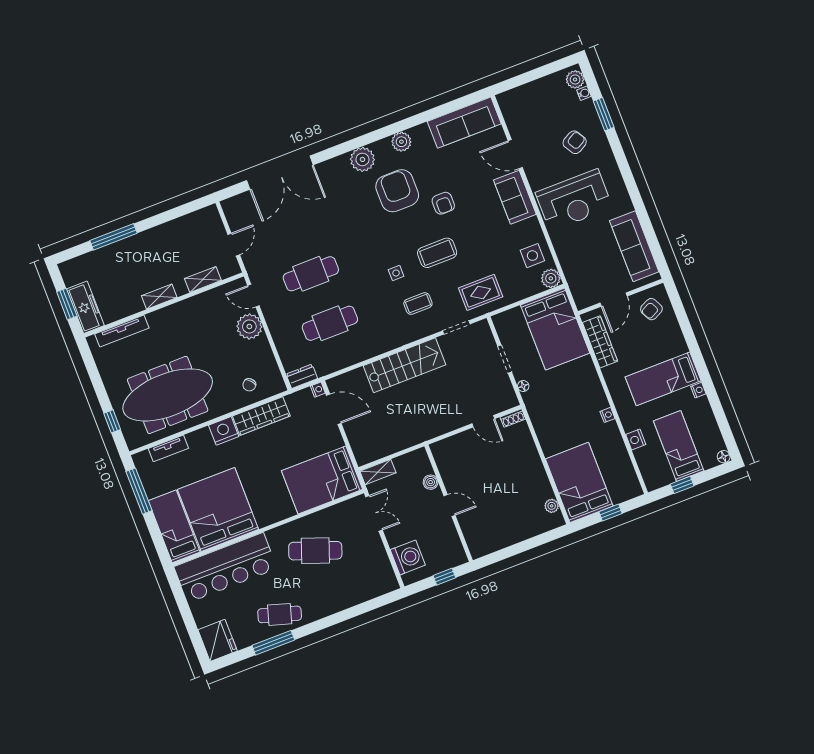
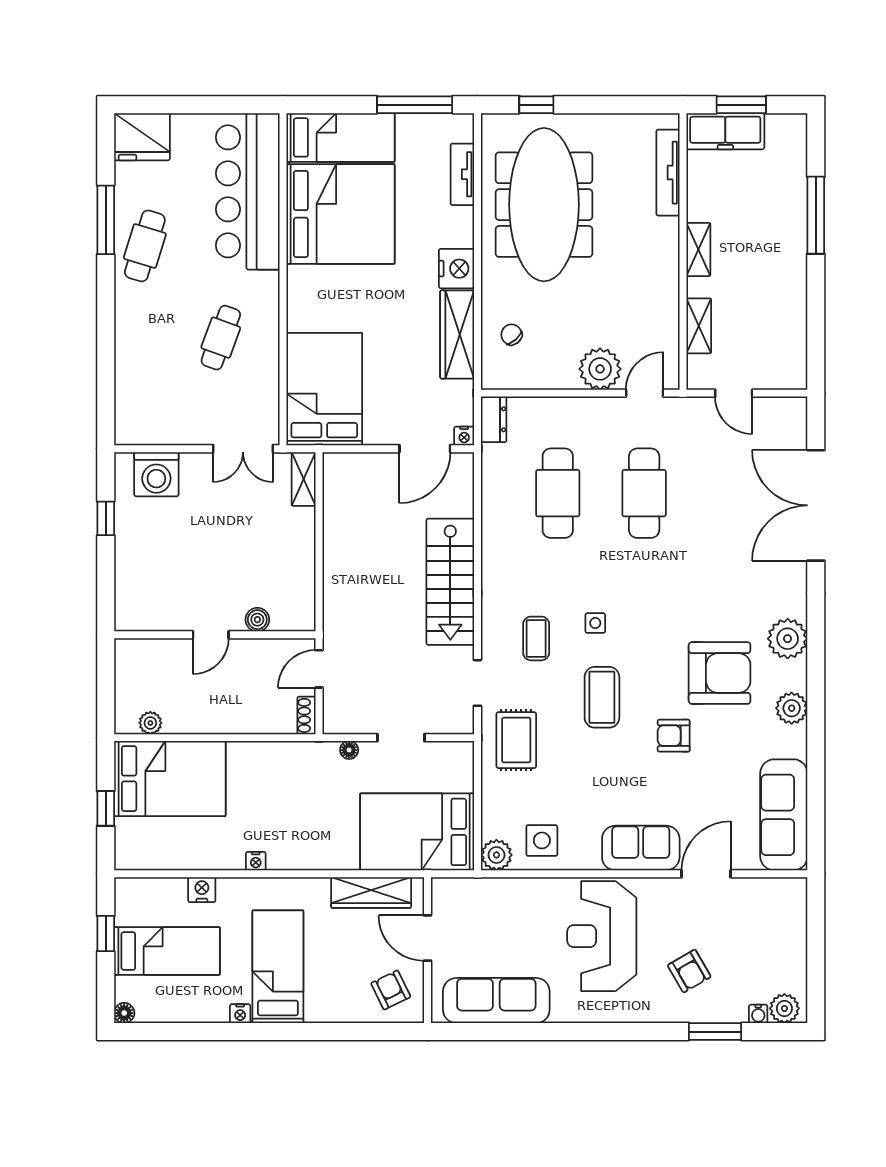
boiler: (431, 482) -> (257, 620), moved
wall: (449, 503) -> (215, 635), moved
door: (450, 506) -> (211, 635), moved
cafe table: (315, 551) -> (221, 338), width x0.73, depth x0.74

